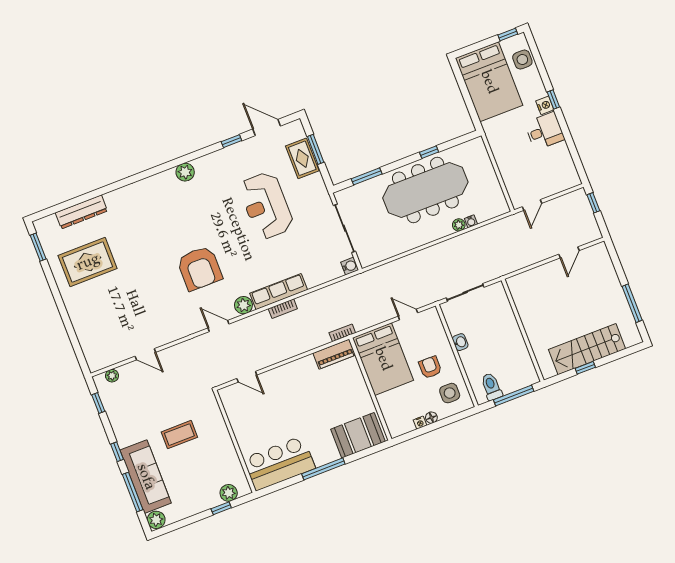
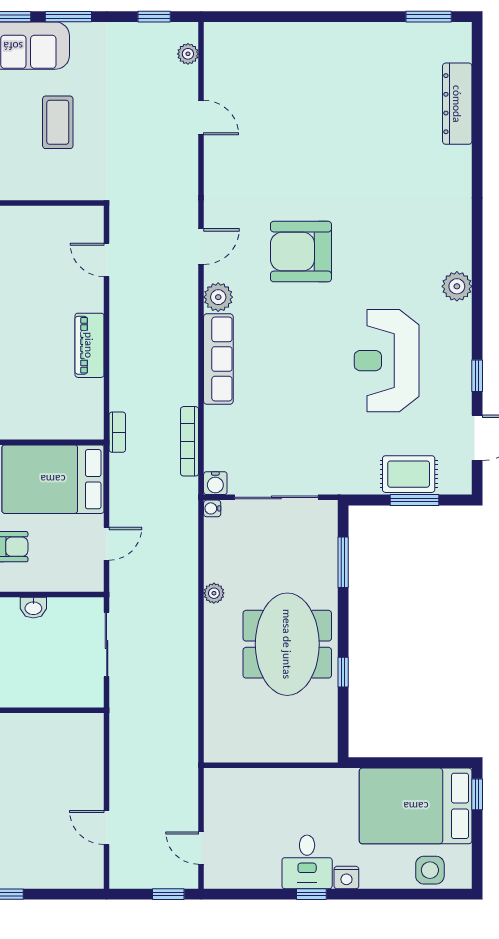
window: (508, 34) -> (477, 794), moved
window: (553, 99) -> (311, 894), moved
meeting table: (425, 190) -> (287, 644), width x0.73
door: (532, 205) -> (201, 848), moved
reception desk: (266, 206) -> (387, 361), moved, turned -90
water cooler: (471, 221) -> (212, 508), moved
plant: (459, 225) -> (214, 593), moved
rug: (88, 262) -> (377, 84), removed
bookcase: (283, 309) -> (190, 441), moved, width x1.56
door: (145, 354) -> (201, 118), swing flipped
piano: (334, 354) -> (89, 345), moved
door: (247, 377) -> (107, 260), hinge flipped
window: (117, 452) -> (68, 17), width x1.50

